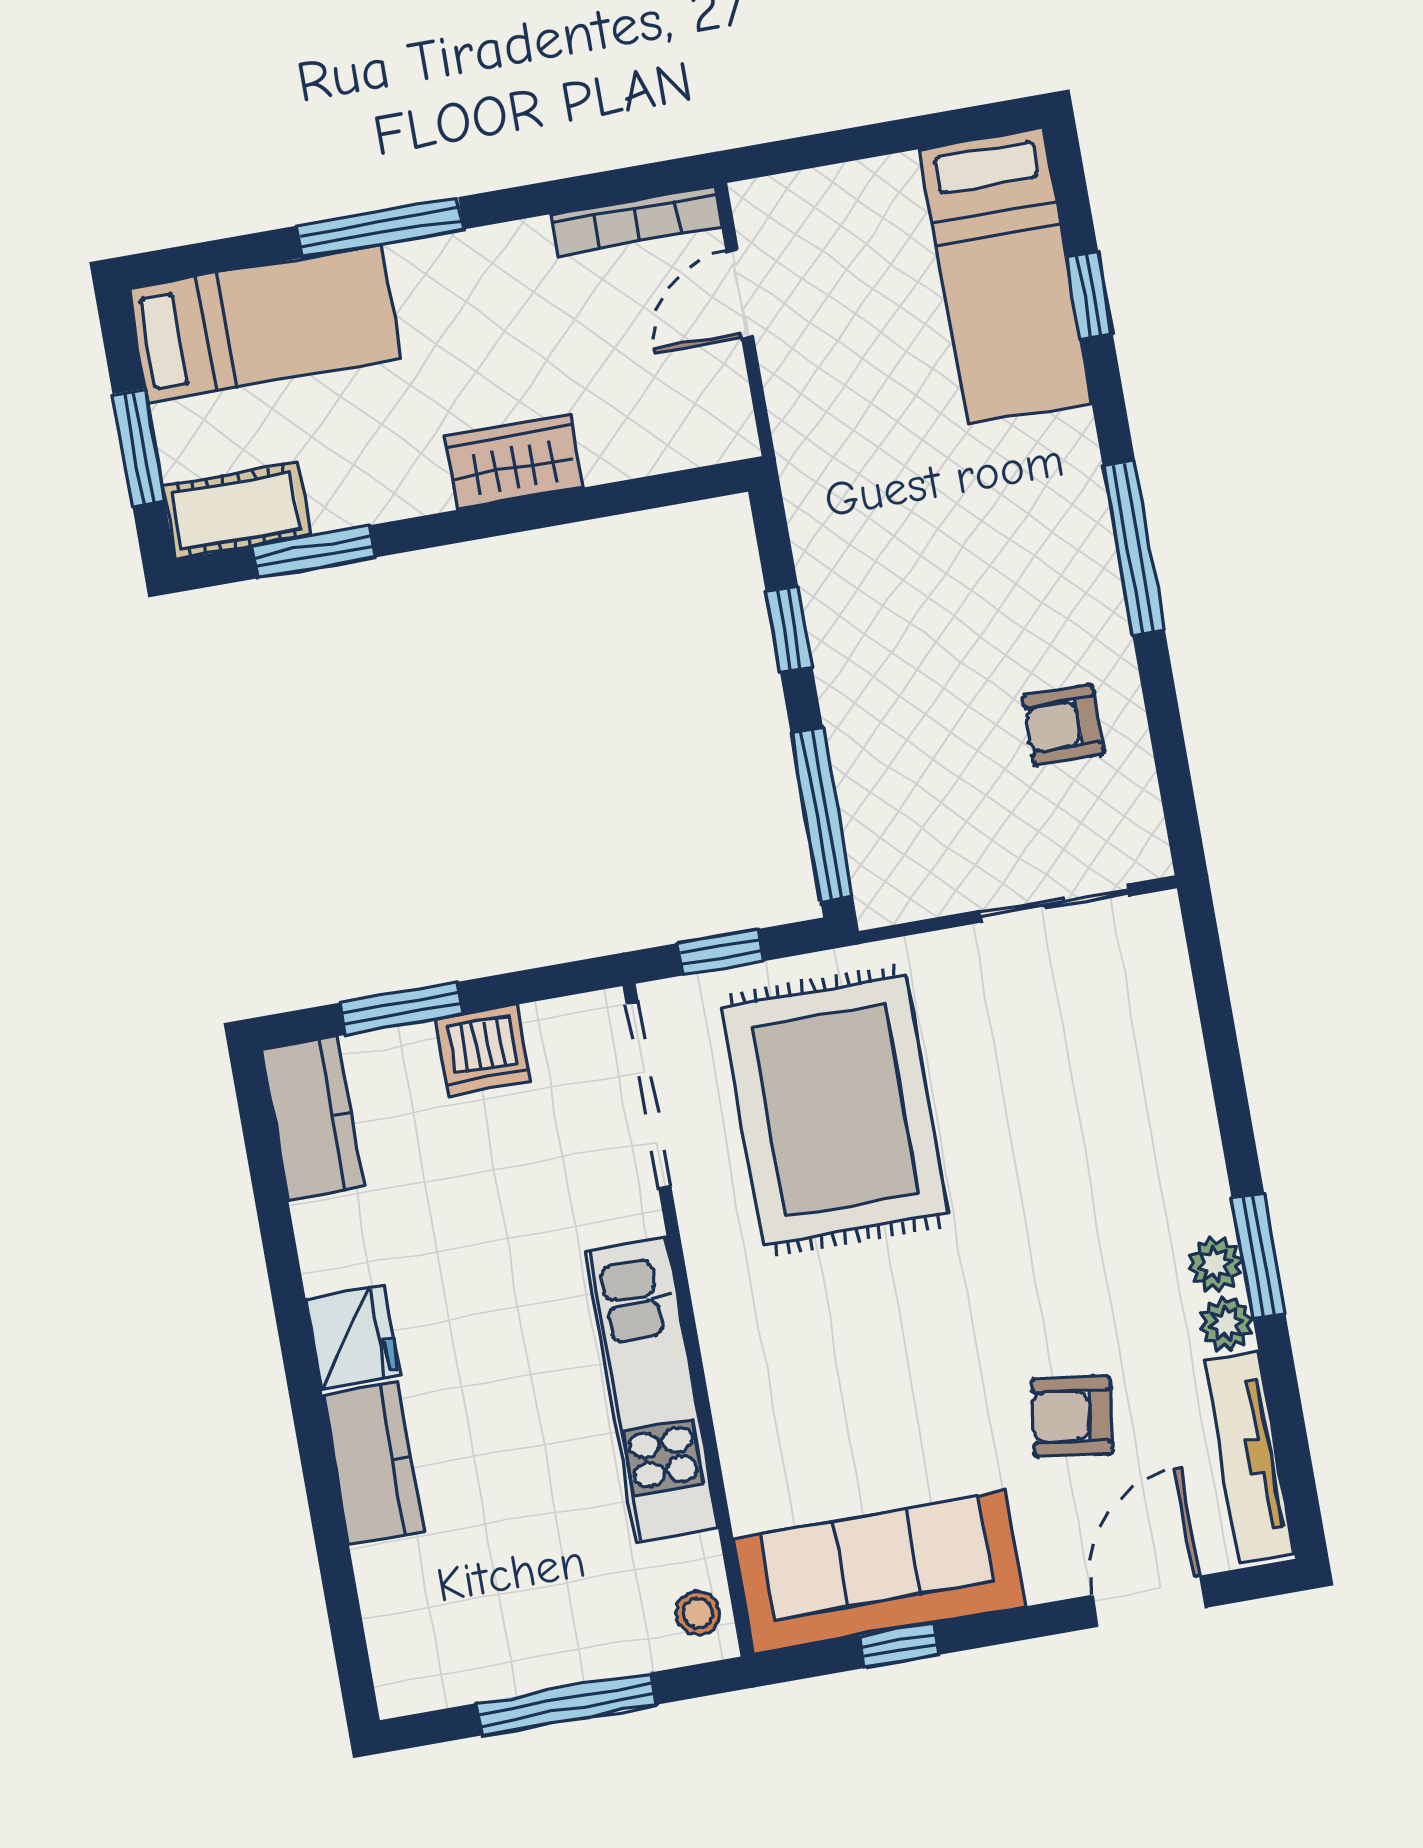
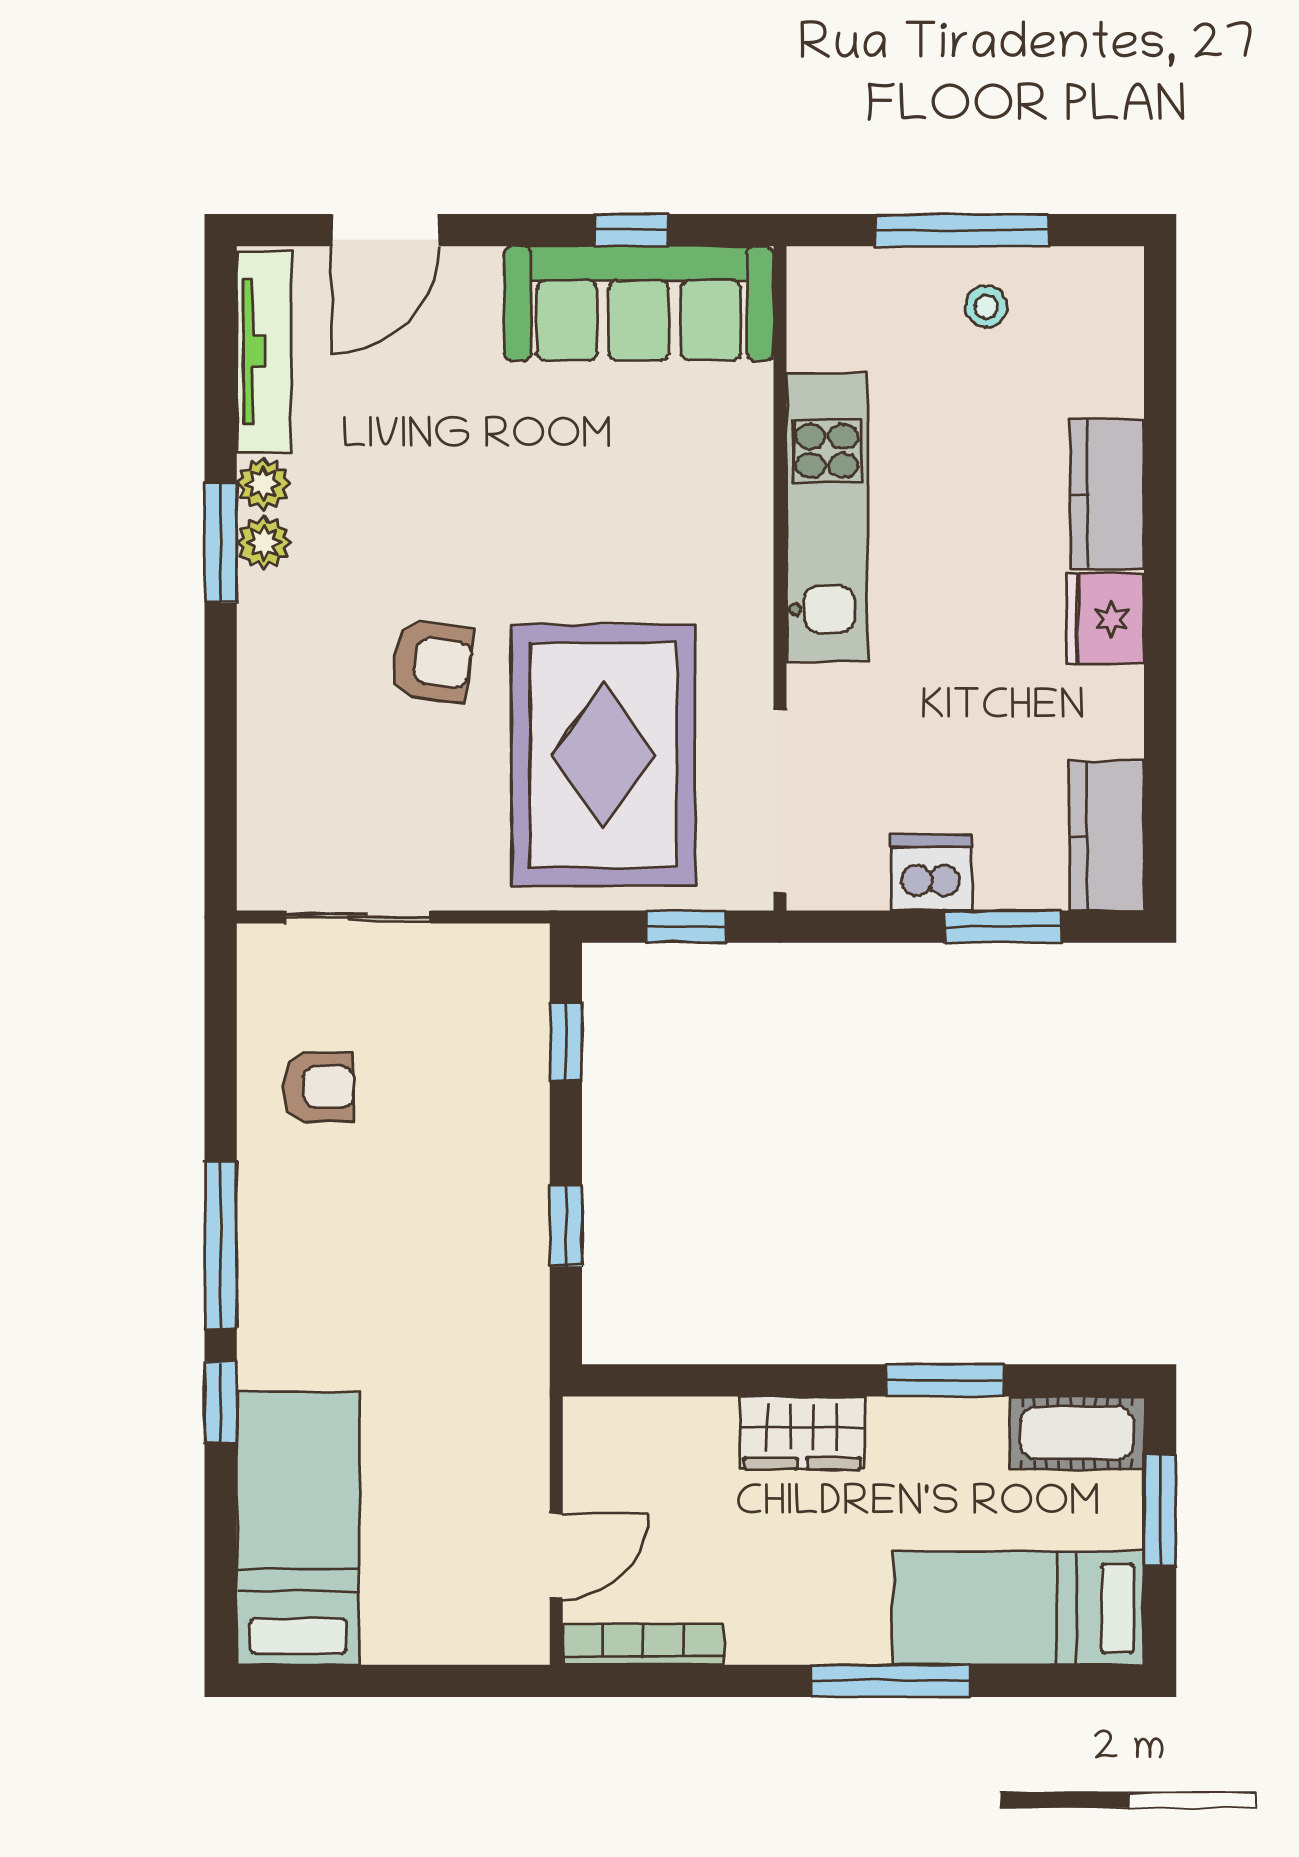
window: (1089, 295) -> (221, 1402), moved
window: (314, 552) -> (944, 1380), moved
window: (822, 815) -> (566, 1042), width x0.46
armchair: (1072, 1416) -> (432, 661), moved
stool: (698, 1613) -> (986, 307), moved

